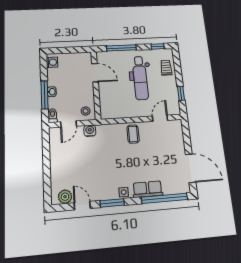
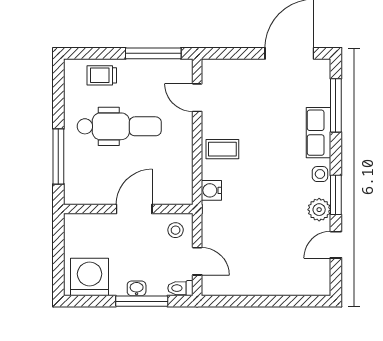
window: (158, 46) -> (58, 87), removed
washing machine: (52, 62) -> (90, 277), width x1.89, depth x1.89
door: (95, 73) -> (134, 209), moved
window: (181, 93) -> (153, 53), width x2.17
water cooler: (90, 131) -> (211, 190), moved
plant: (65, 197) -> (319, 210), moved
window: (164, 198) -> (336, 105), width x0.68

